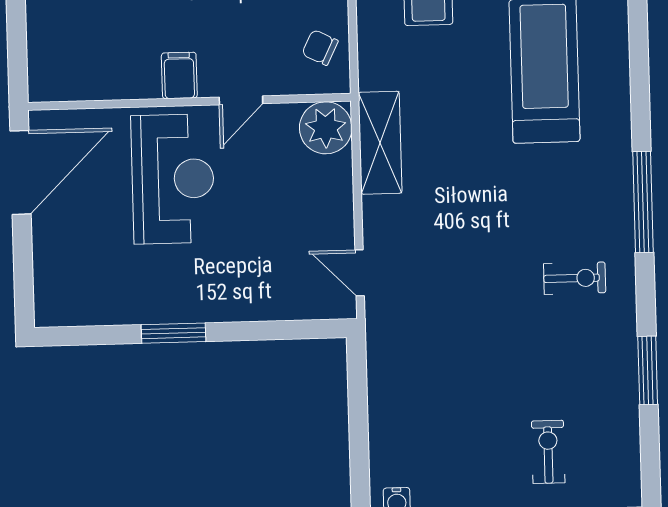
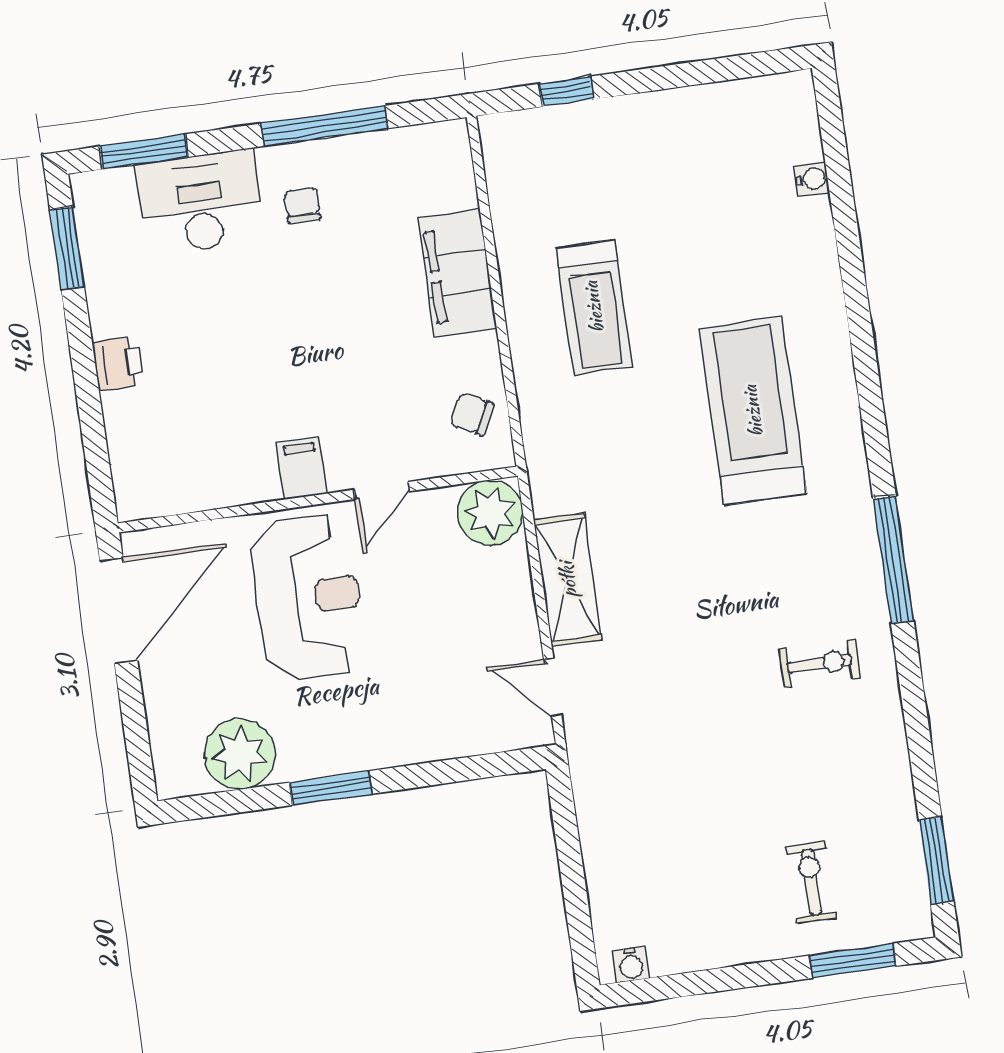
shelving: (380, 143) -> (568, 580), moved
plant: (104, 298) -> (240, 754), added
window: (648, 370) -> (936, 861), moved

